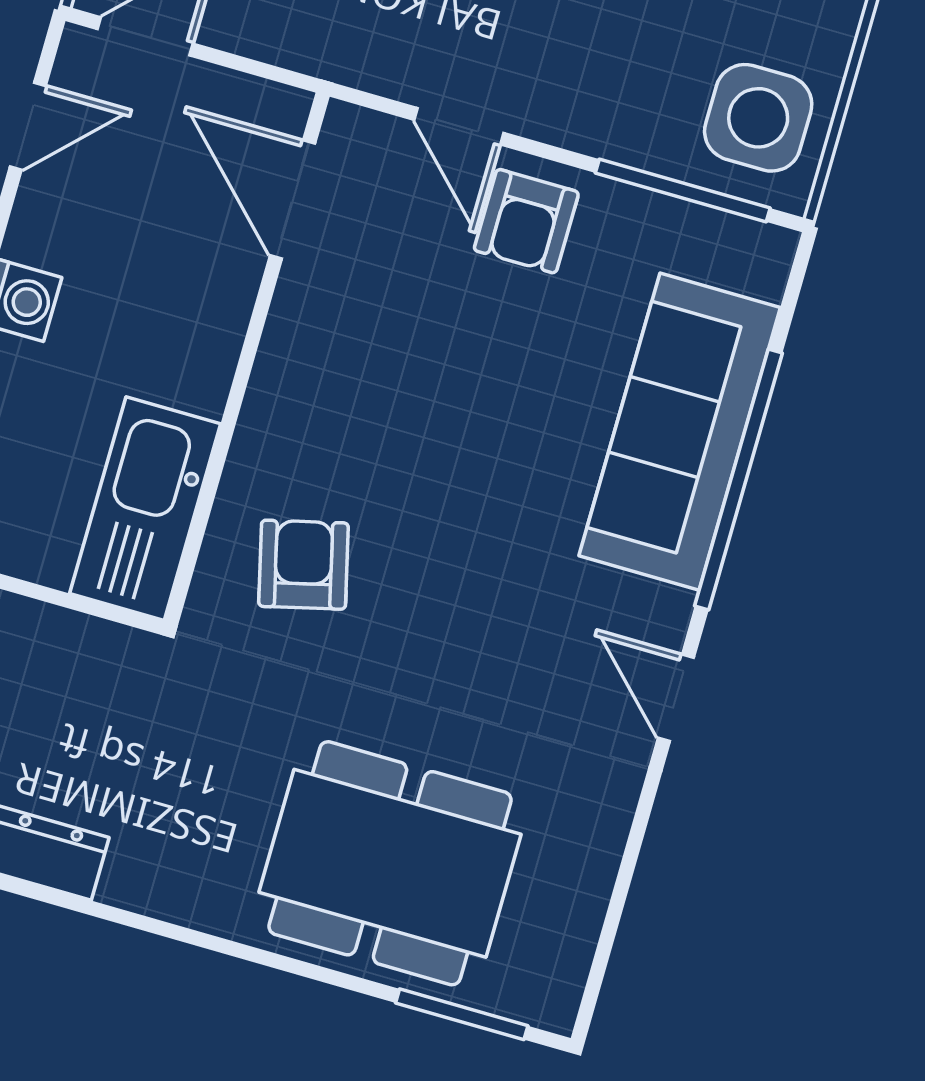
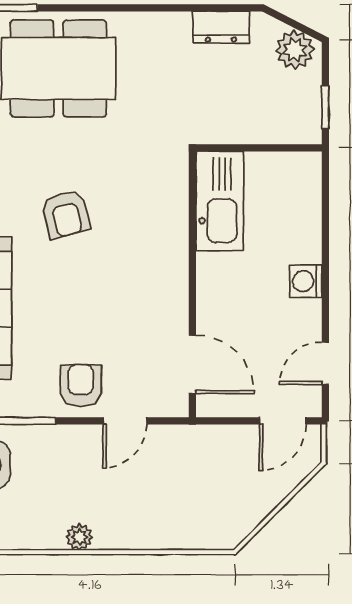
door: (459, 126) -> (125, 421), swing flipped
armchair: (304, 565) -> (66, 214), moved

